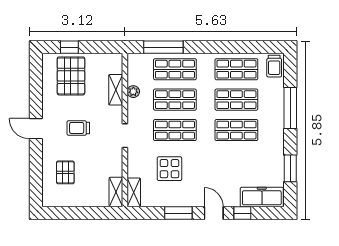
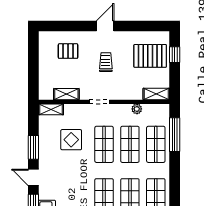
shelving: (116, 90) -> (156, 94), moved
shelving: (116, 192) -> (66, 94), moved
door: (214, 213) -> (33, 177), swing flipped

